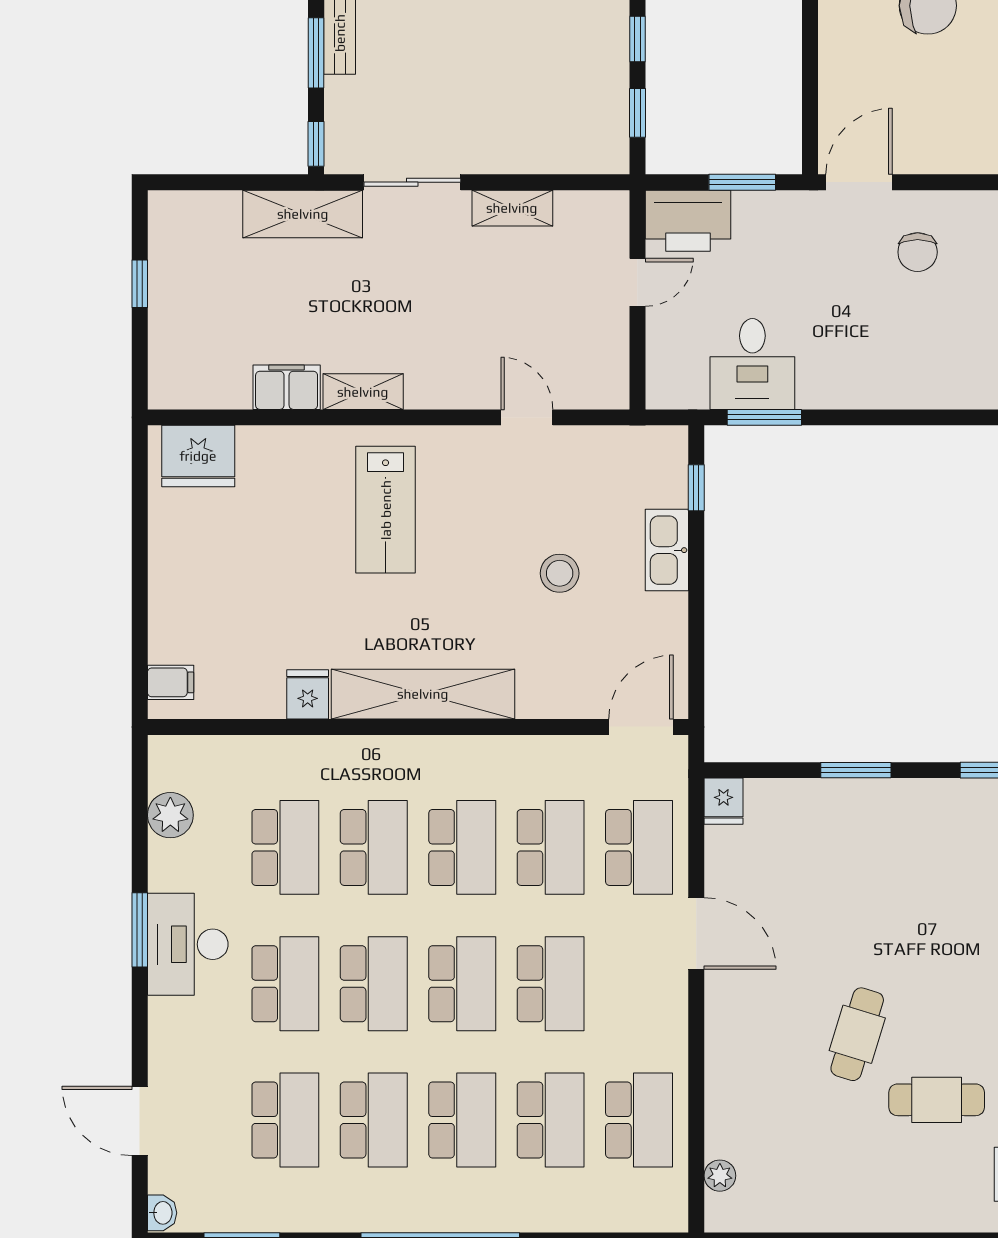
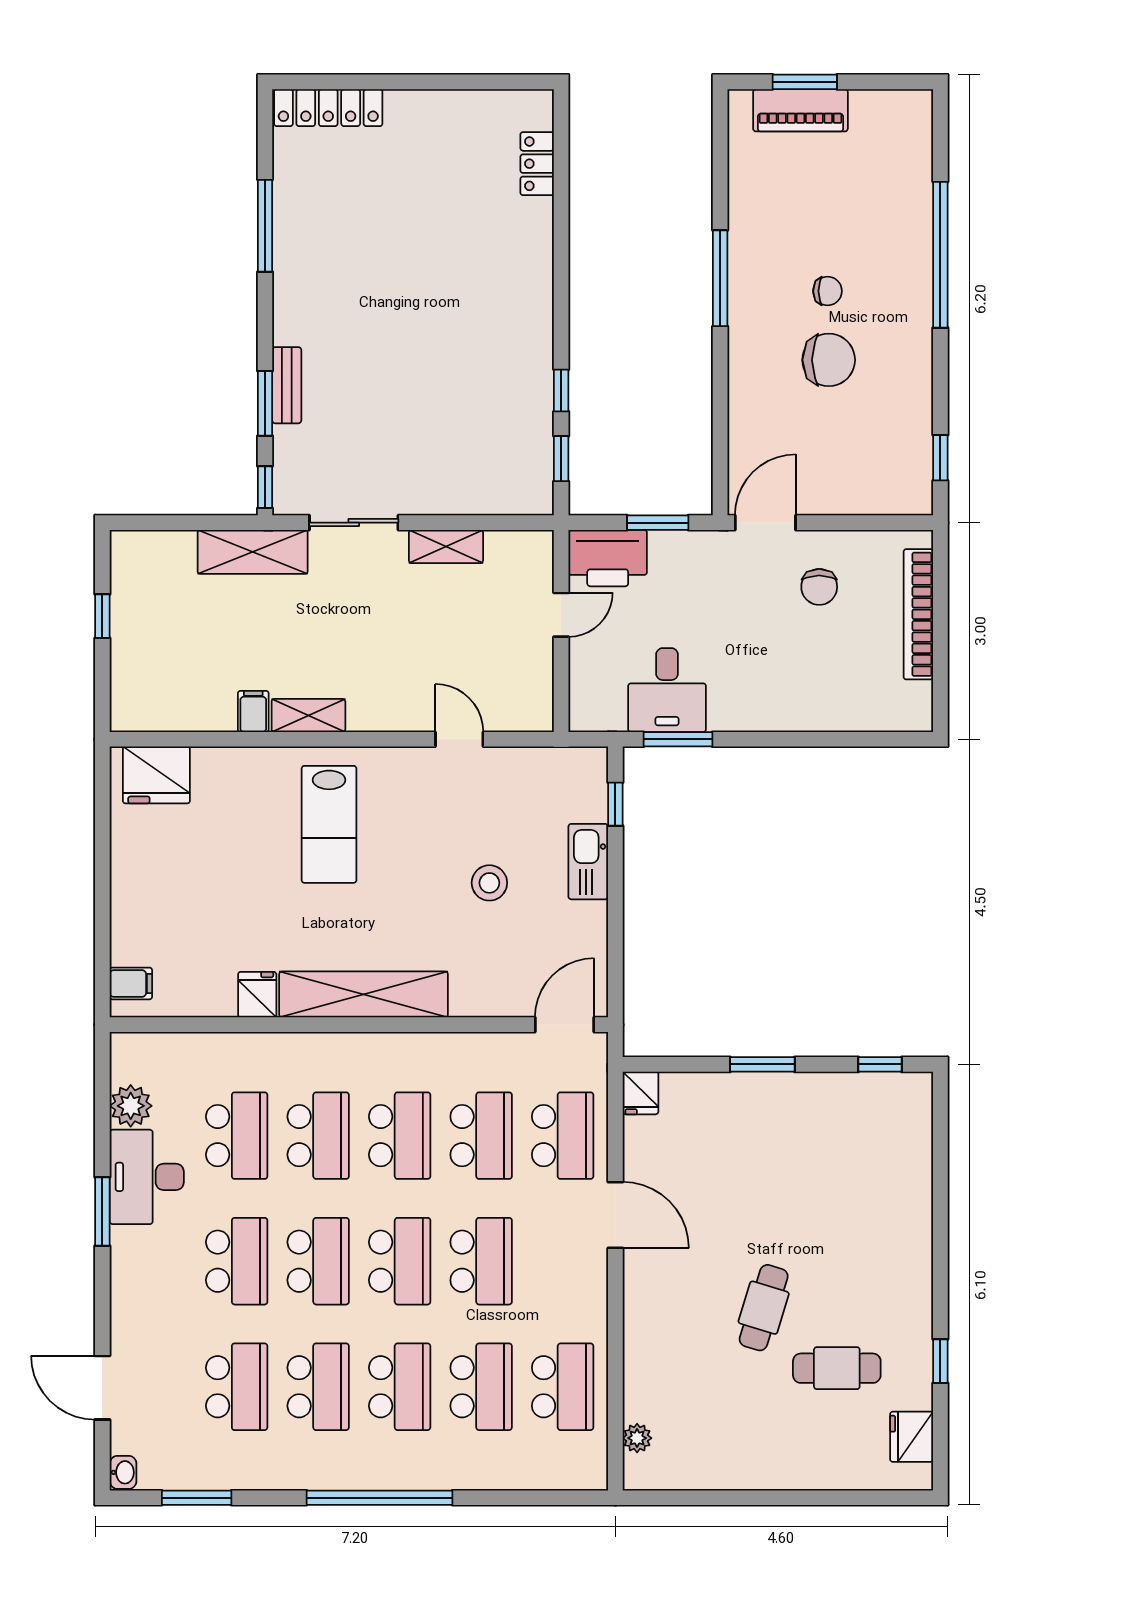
filing cabinet: (287, 387) -> (253, 711), width x0.50
desk: (188, 944) -> (147, 1177), moved

